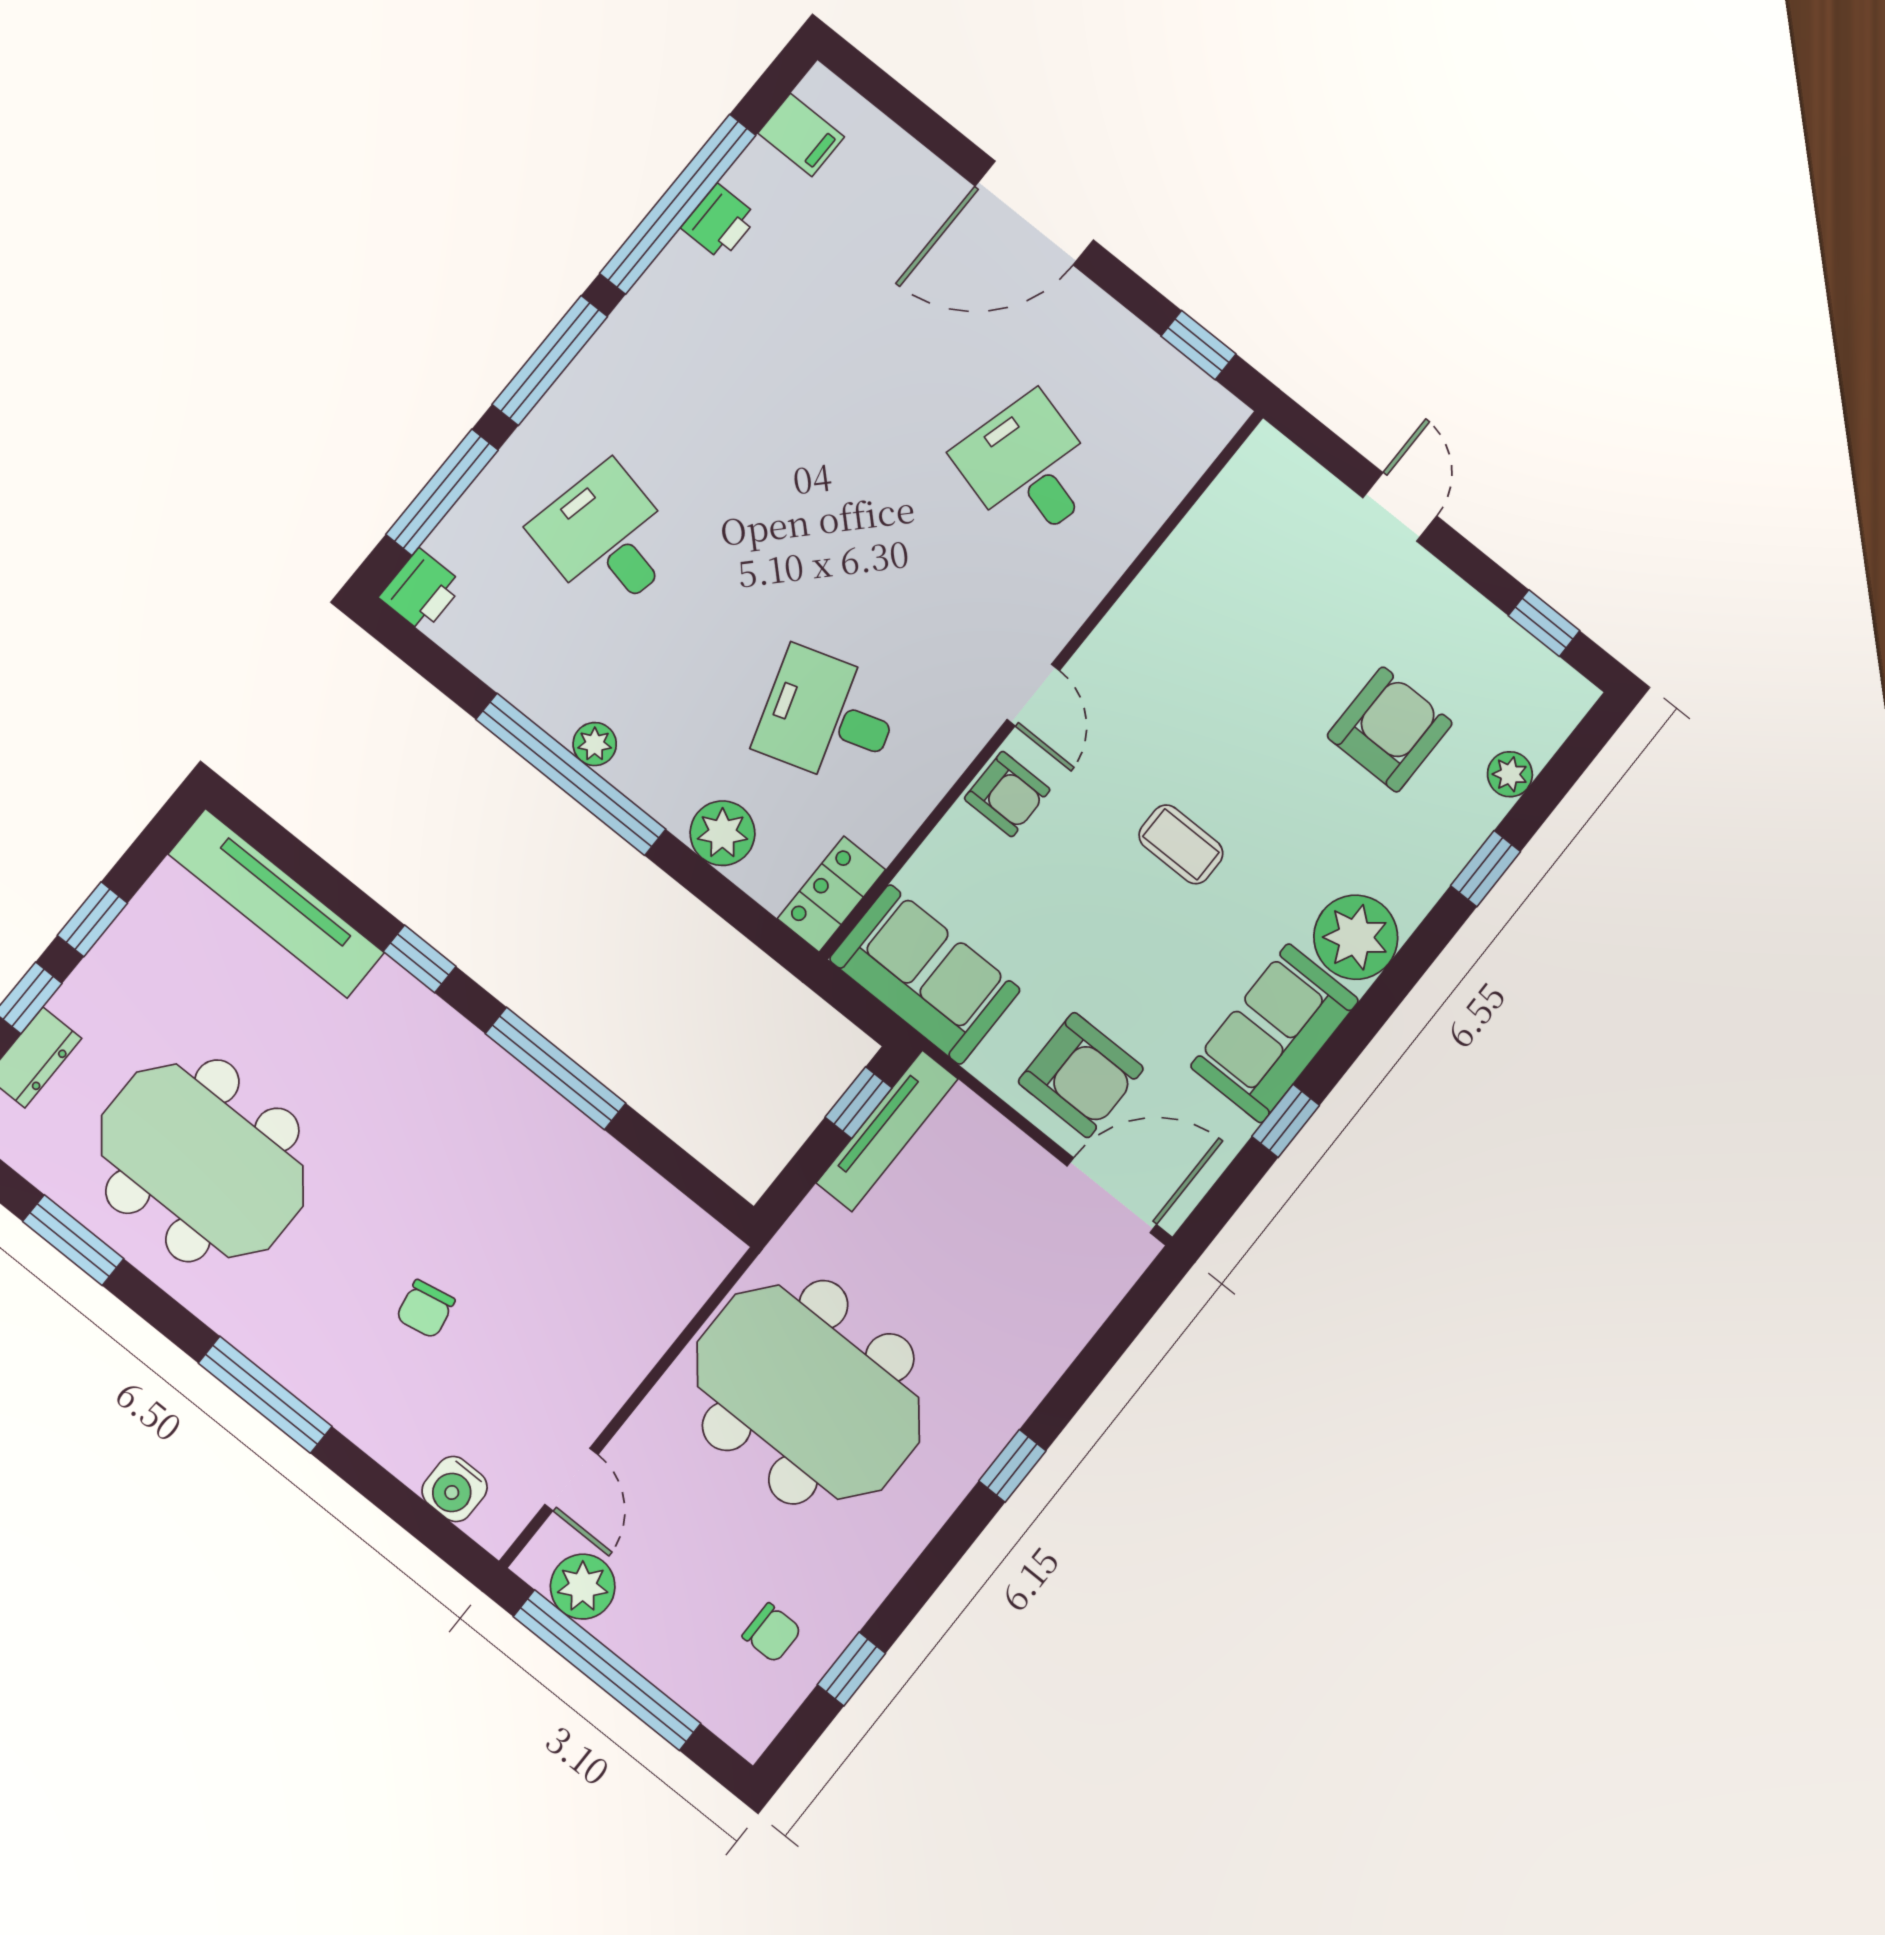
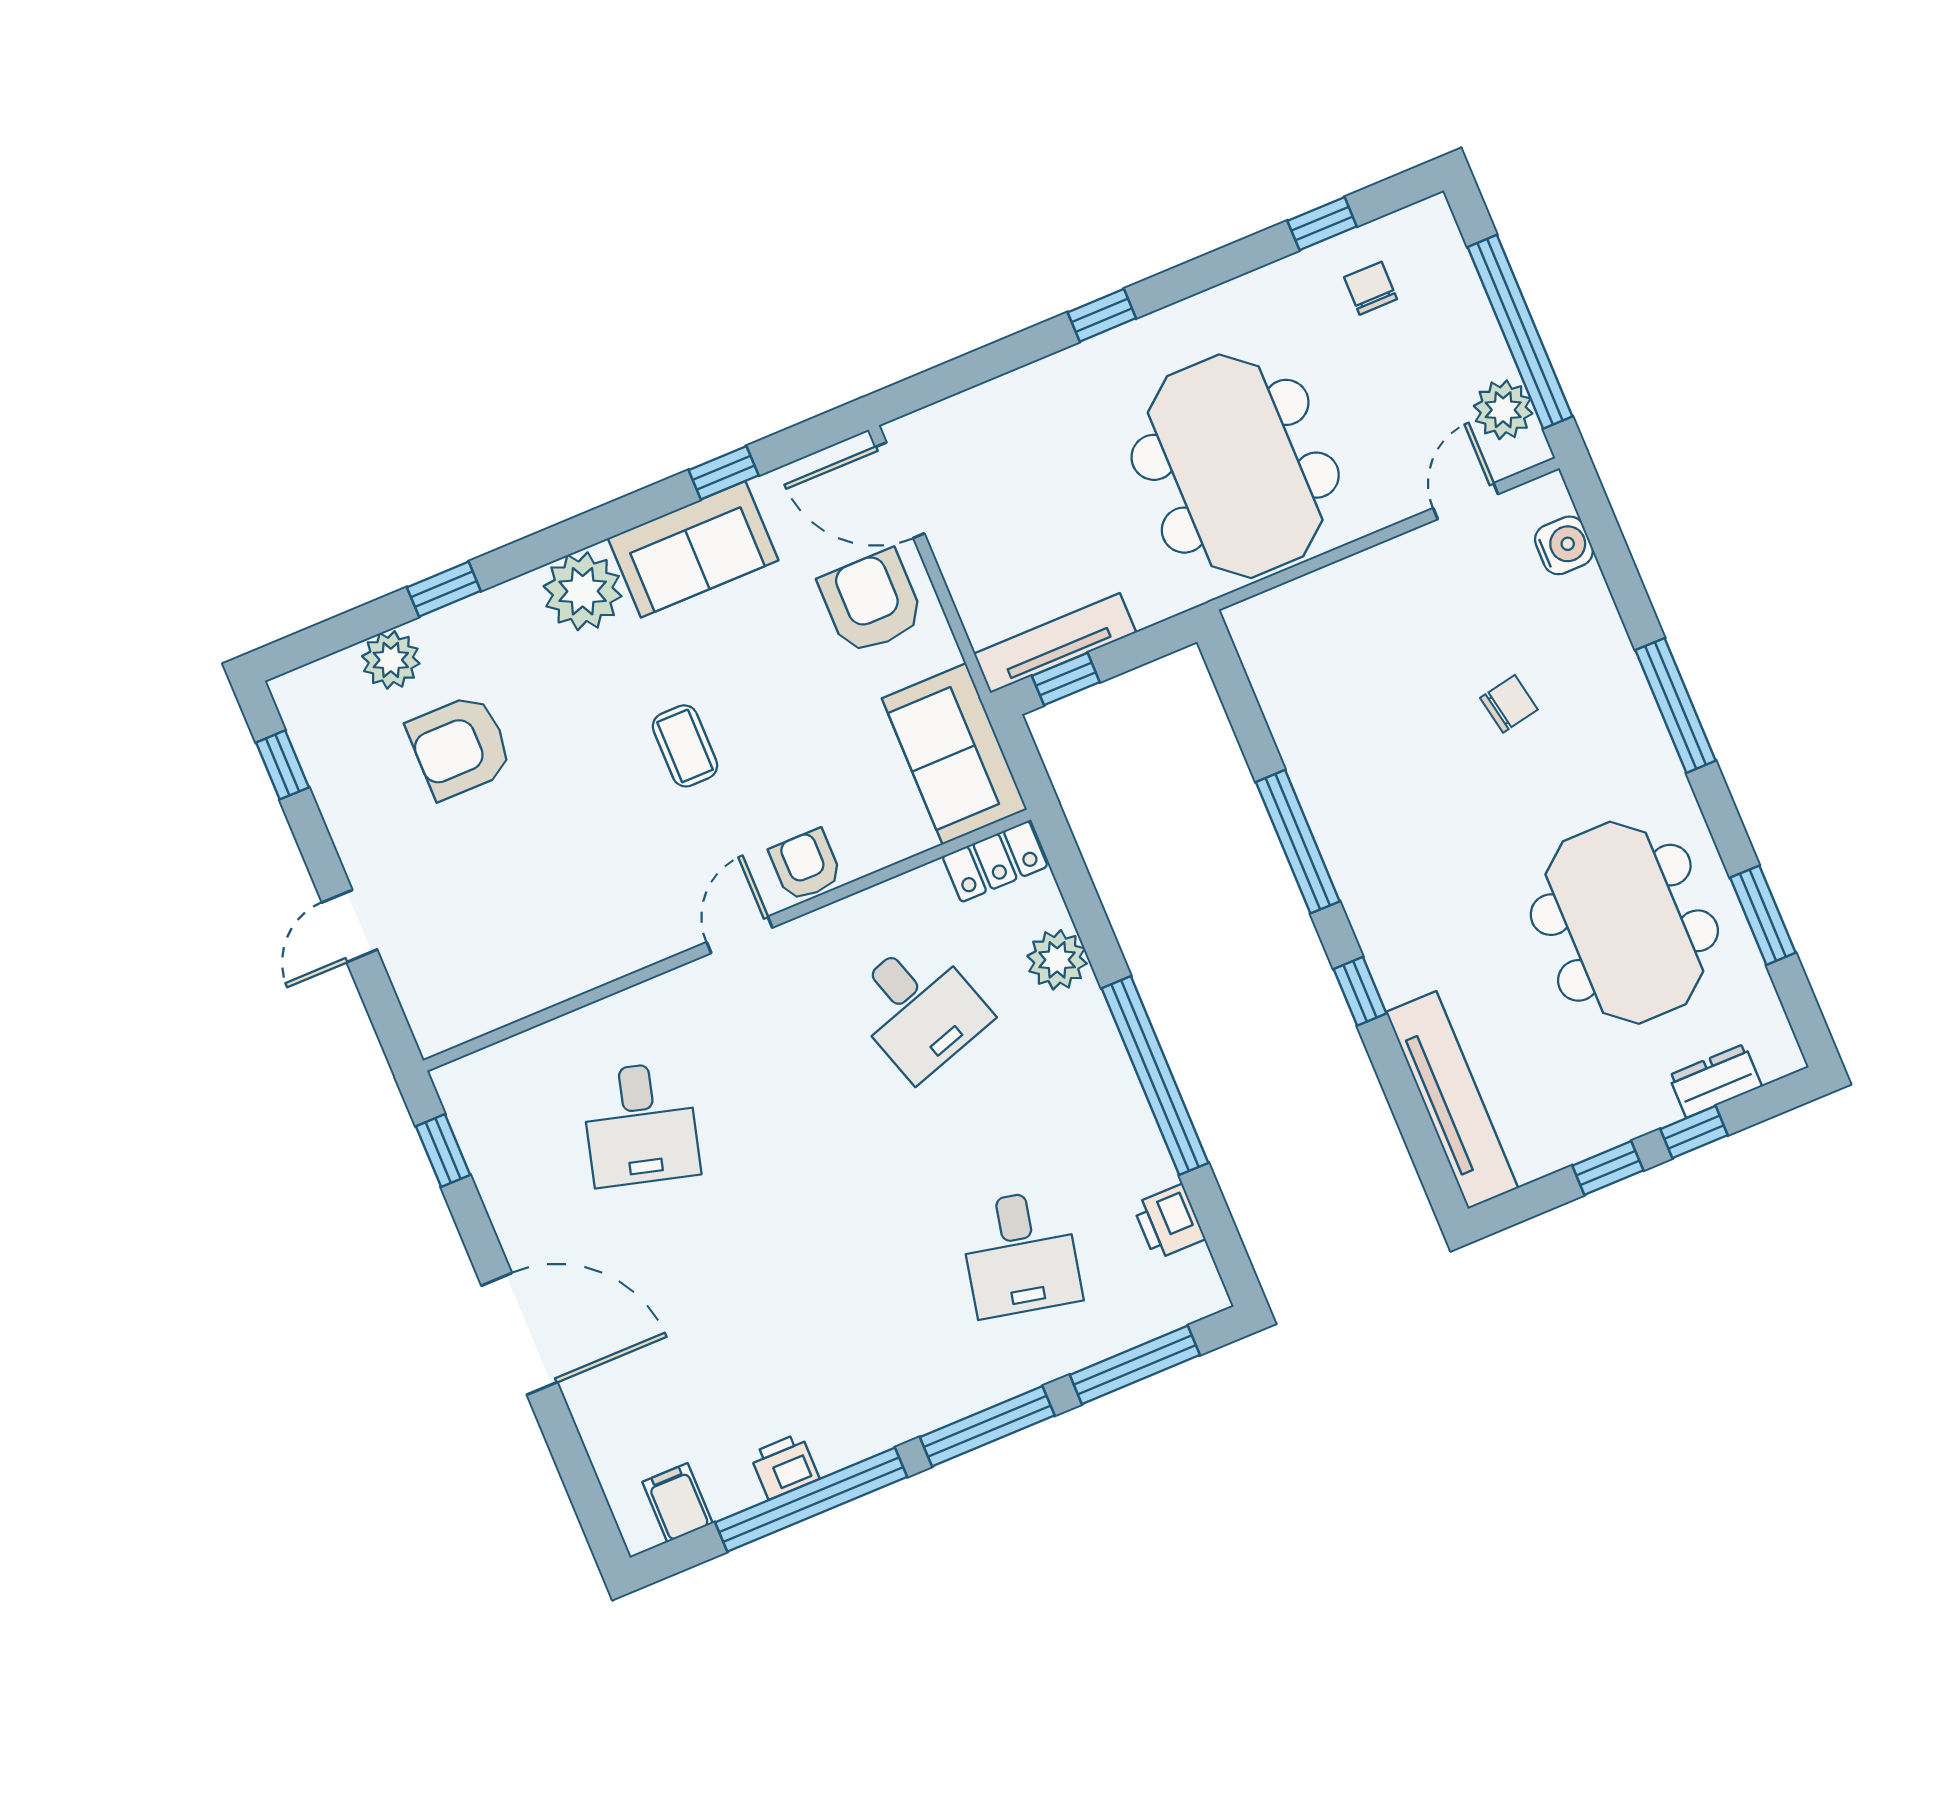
printer: (421, 591) -> (1169, 1222), moved, turned -90
plant: (595, 744) -> (1122, 1090), removed
plant: (1510, 774) -> (391, 660), width x1.38, depth x1.38

